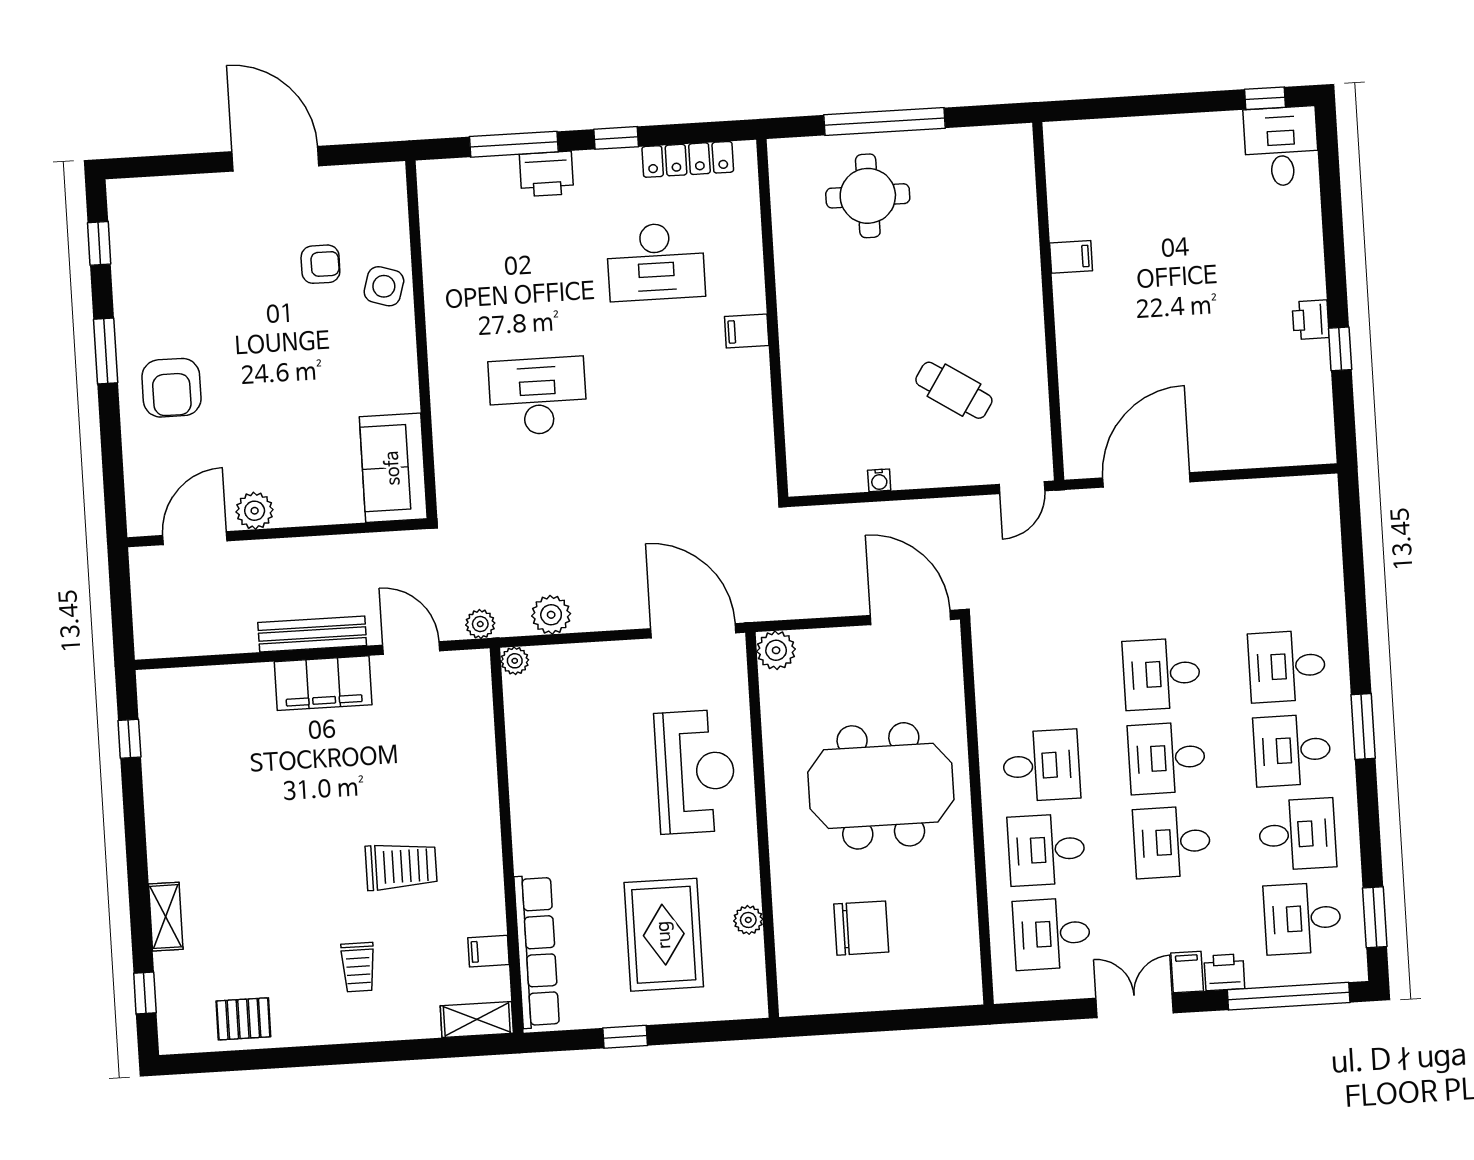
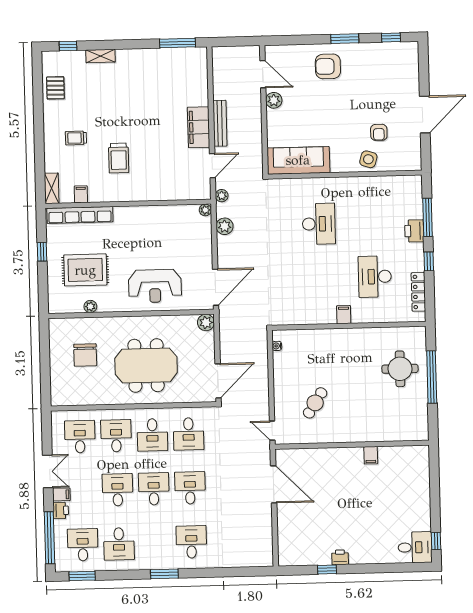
sofa: (393, 468) -> (298, 160), width x1.36
water cooler: (879, 480) -> (277, 346), moved
window: (129, 739) -> (178, 43), width x2.17
desk: (1292, 750) -> (189, 434), moved, turned 180
meeting table: (881, 786) -> (146, 365), turned 90

